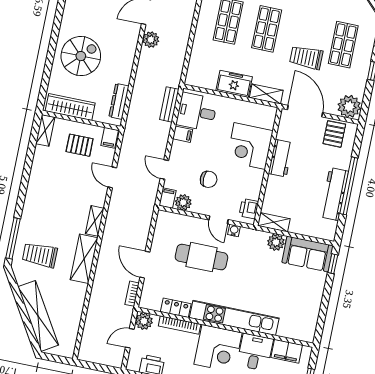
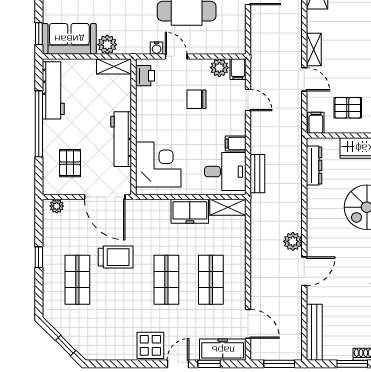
shelving: (266, 94) -> (228, 207), moved
plant: (349, 106) -> (57, 206), width x0.53, depth x0.53
pallet: (334, 134) -> (70, 163), moved
corner desk: (250, 146) -> (158, 164), moved
workbench: (281, 158) -> (121, 139), width x1.38
workbench: (334, 194) -> (53, 90), moved
shelving: (95, 221) -> (314, 50), moved

